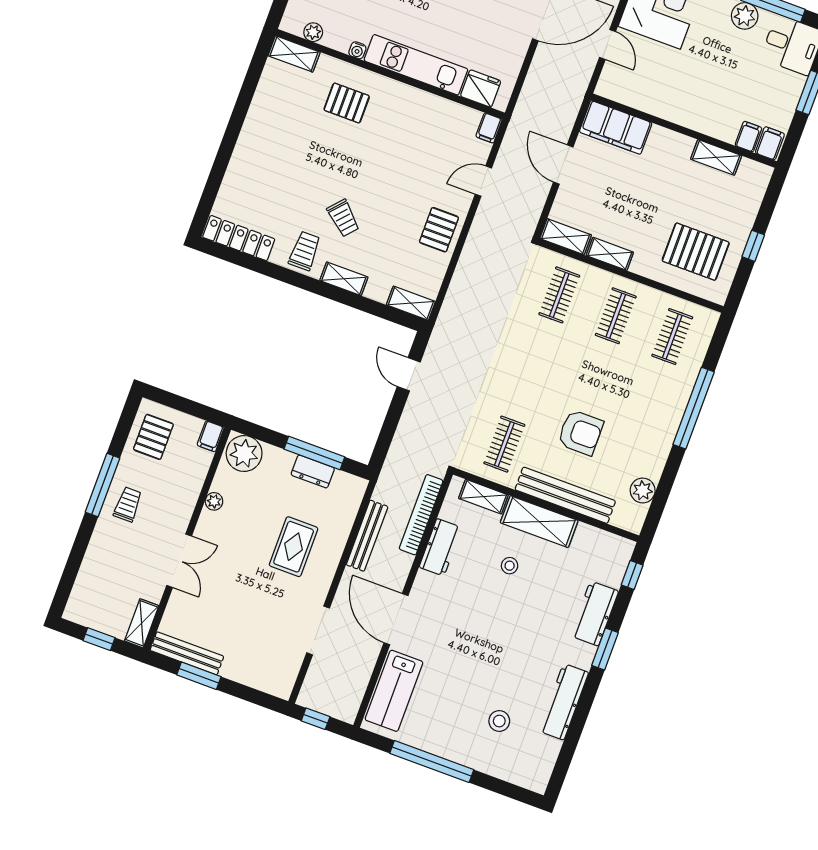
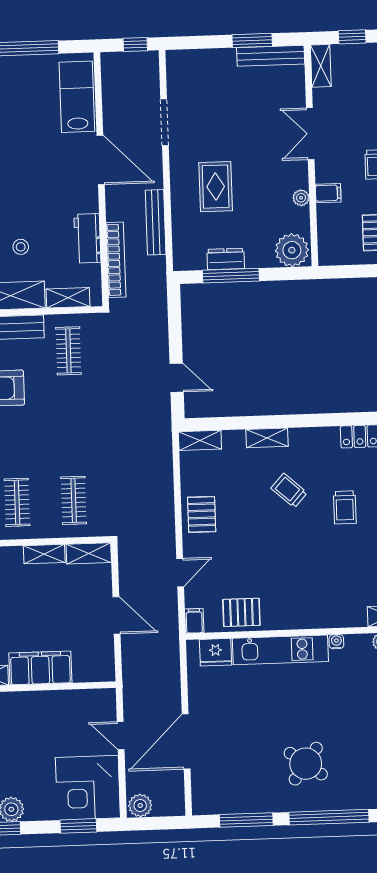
pallet: (347, 103) -> (241, 612), moved
filing cabinet: (616, 127) -> (40, 668), moved
trolley: (305, 251) -> (345, 507), moved
filing cabinet: (211, 436) -> (328, 193), moved, turned 90

